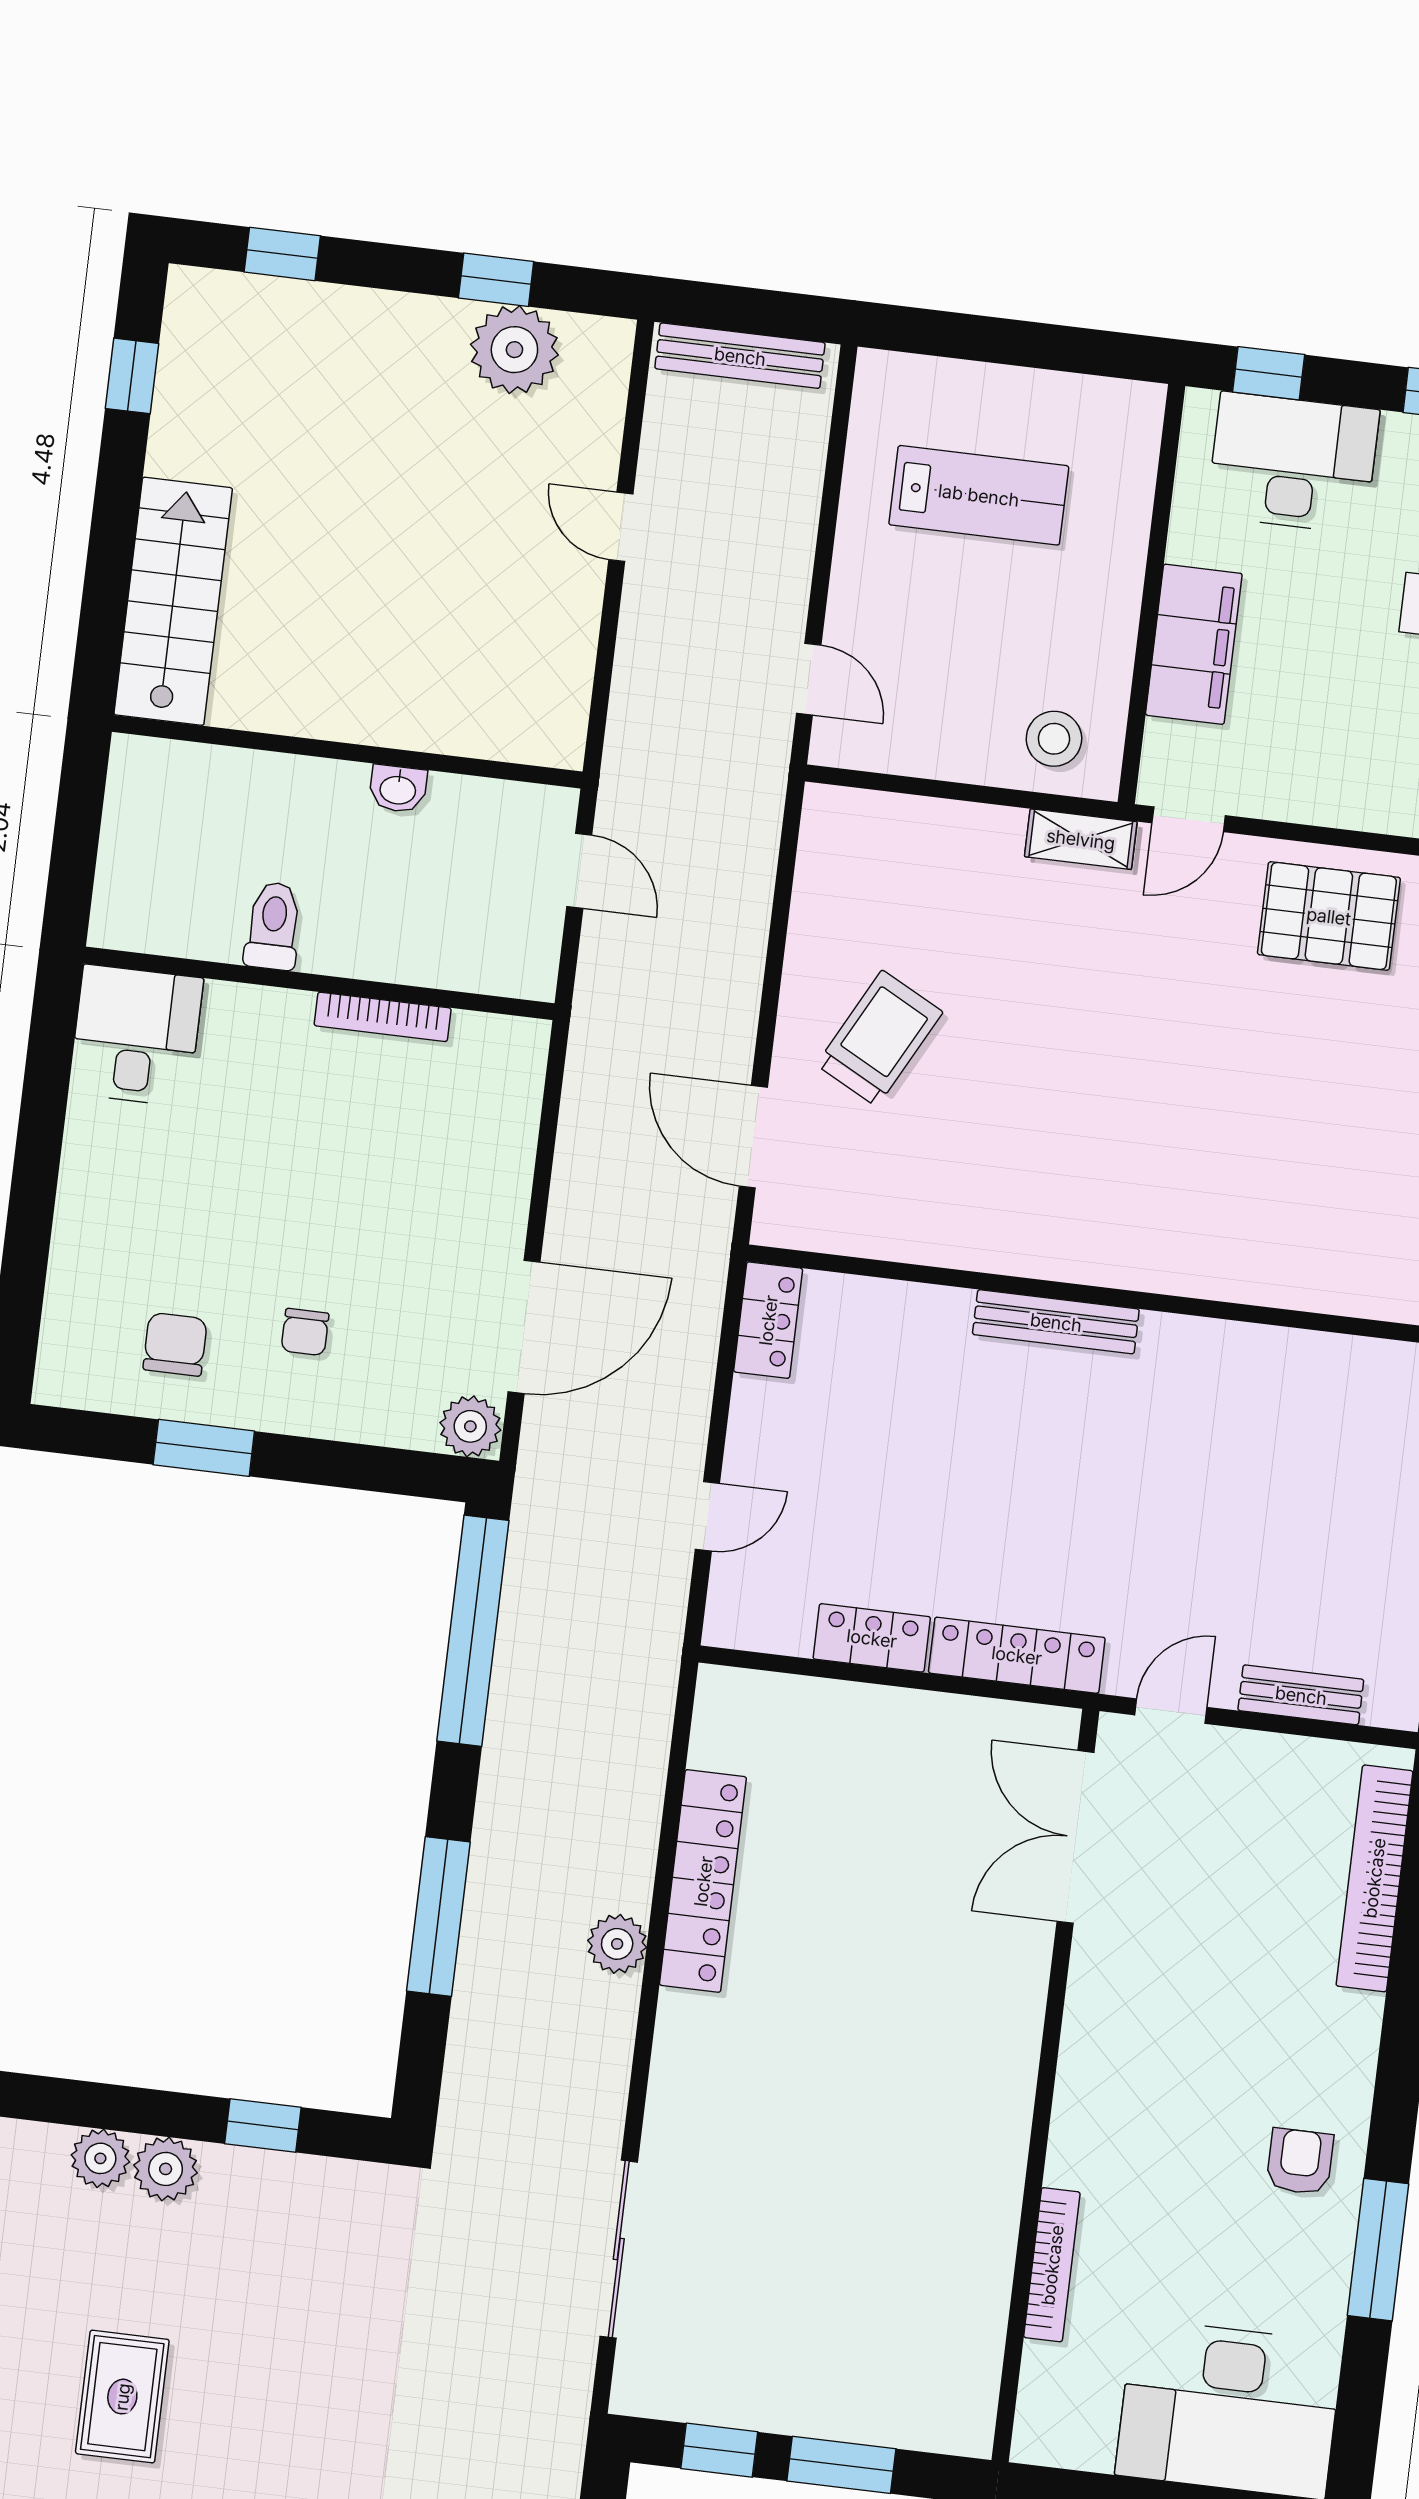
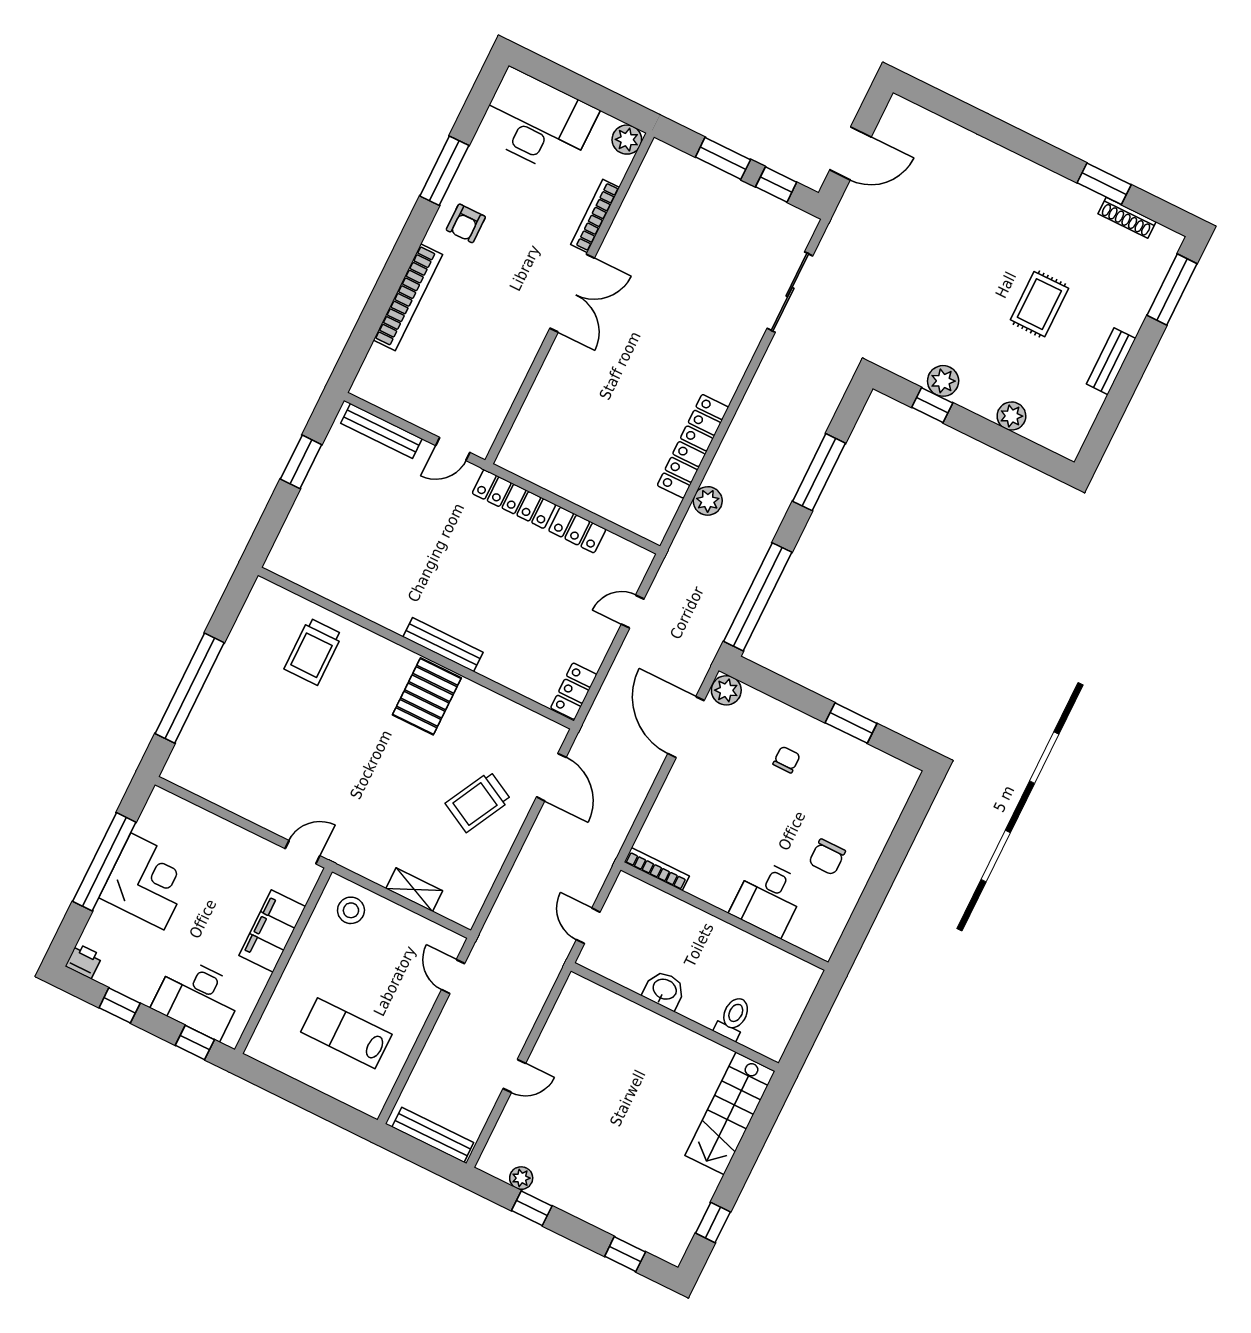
plant: (514, 350) -> (521, 1178), width x0.53, depth x0.53
door: (621, 527) -> (514, 1076), hinge flipped
washbasin: (398, 789) -> (664, 990), width x1.38, depth x1.45
shelving: (1081, 839) -> (414, 890), moved
pallet: (1329, 916) -> (427, 696), moved, turned 90
toilet: (273, 926) -> (733, 1018), moved, turned 180
bookcase: (383, 1017) -> (657, 869), moved
desk: (136, 1035) -> (768, 898), moved
trolley: (1305, 1219) -> (313, 652), added
door: (524, 1327) -> (686, 727), hinge flipped
chair: (175, 1344) -> (827, 857), moved
bench: (1301, 1695) -> (381, 431), width x1.36
double door: (1075, 1837) -> (572, 293), moved
bookcase: (1374, 1878) -> (408, 297), moved
plant: (617, 1944) -> (708, 501), moved
plant: (166, 2169) -> (943, 381), moved
plant: (1042, 2436) -> (627, 140), added

